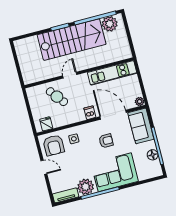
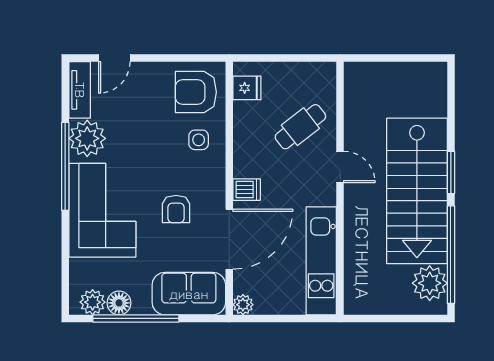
plant: (155, 166) -> (93, 302), added
door: (44, 167) -> (114, 58), moved

